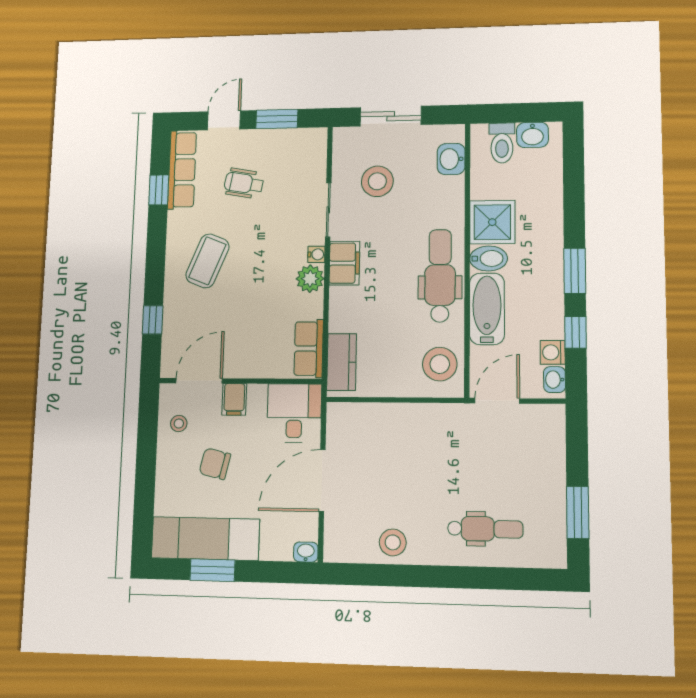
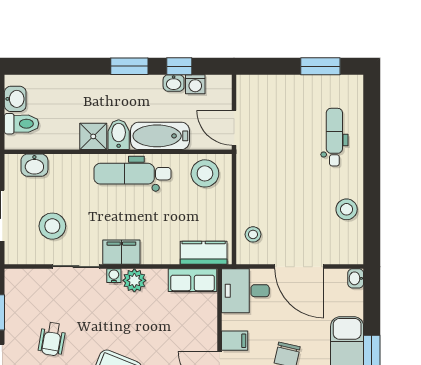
shower: (492, 222) -> (93, 136), width x0.73, depth x0.73
washbasin: (554, 380) -> (174, 83), moved
stool: (363, 423) -> (253, 234), added

